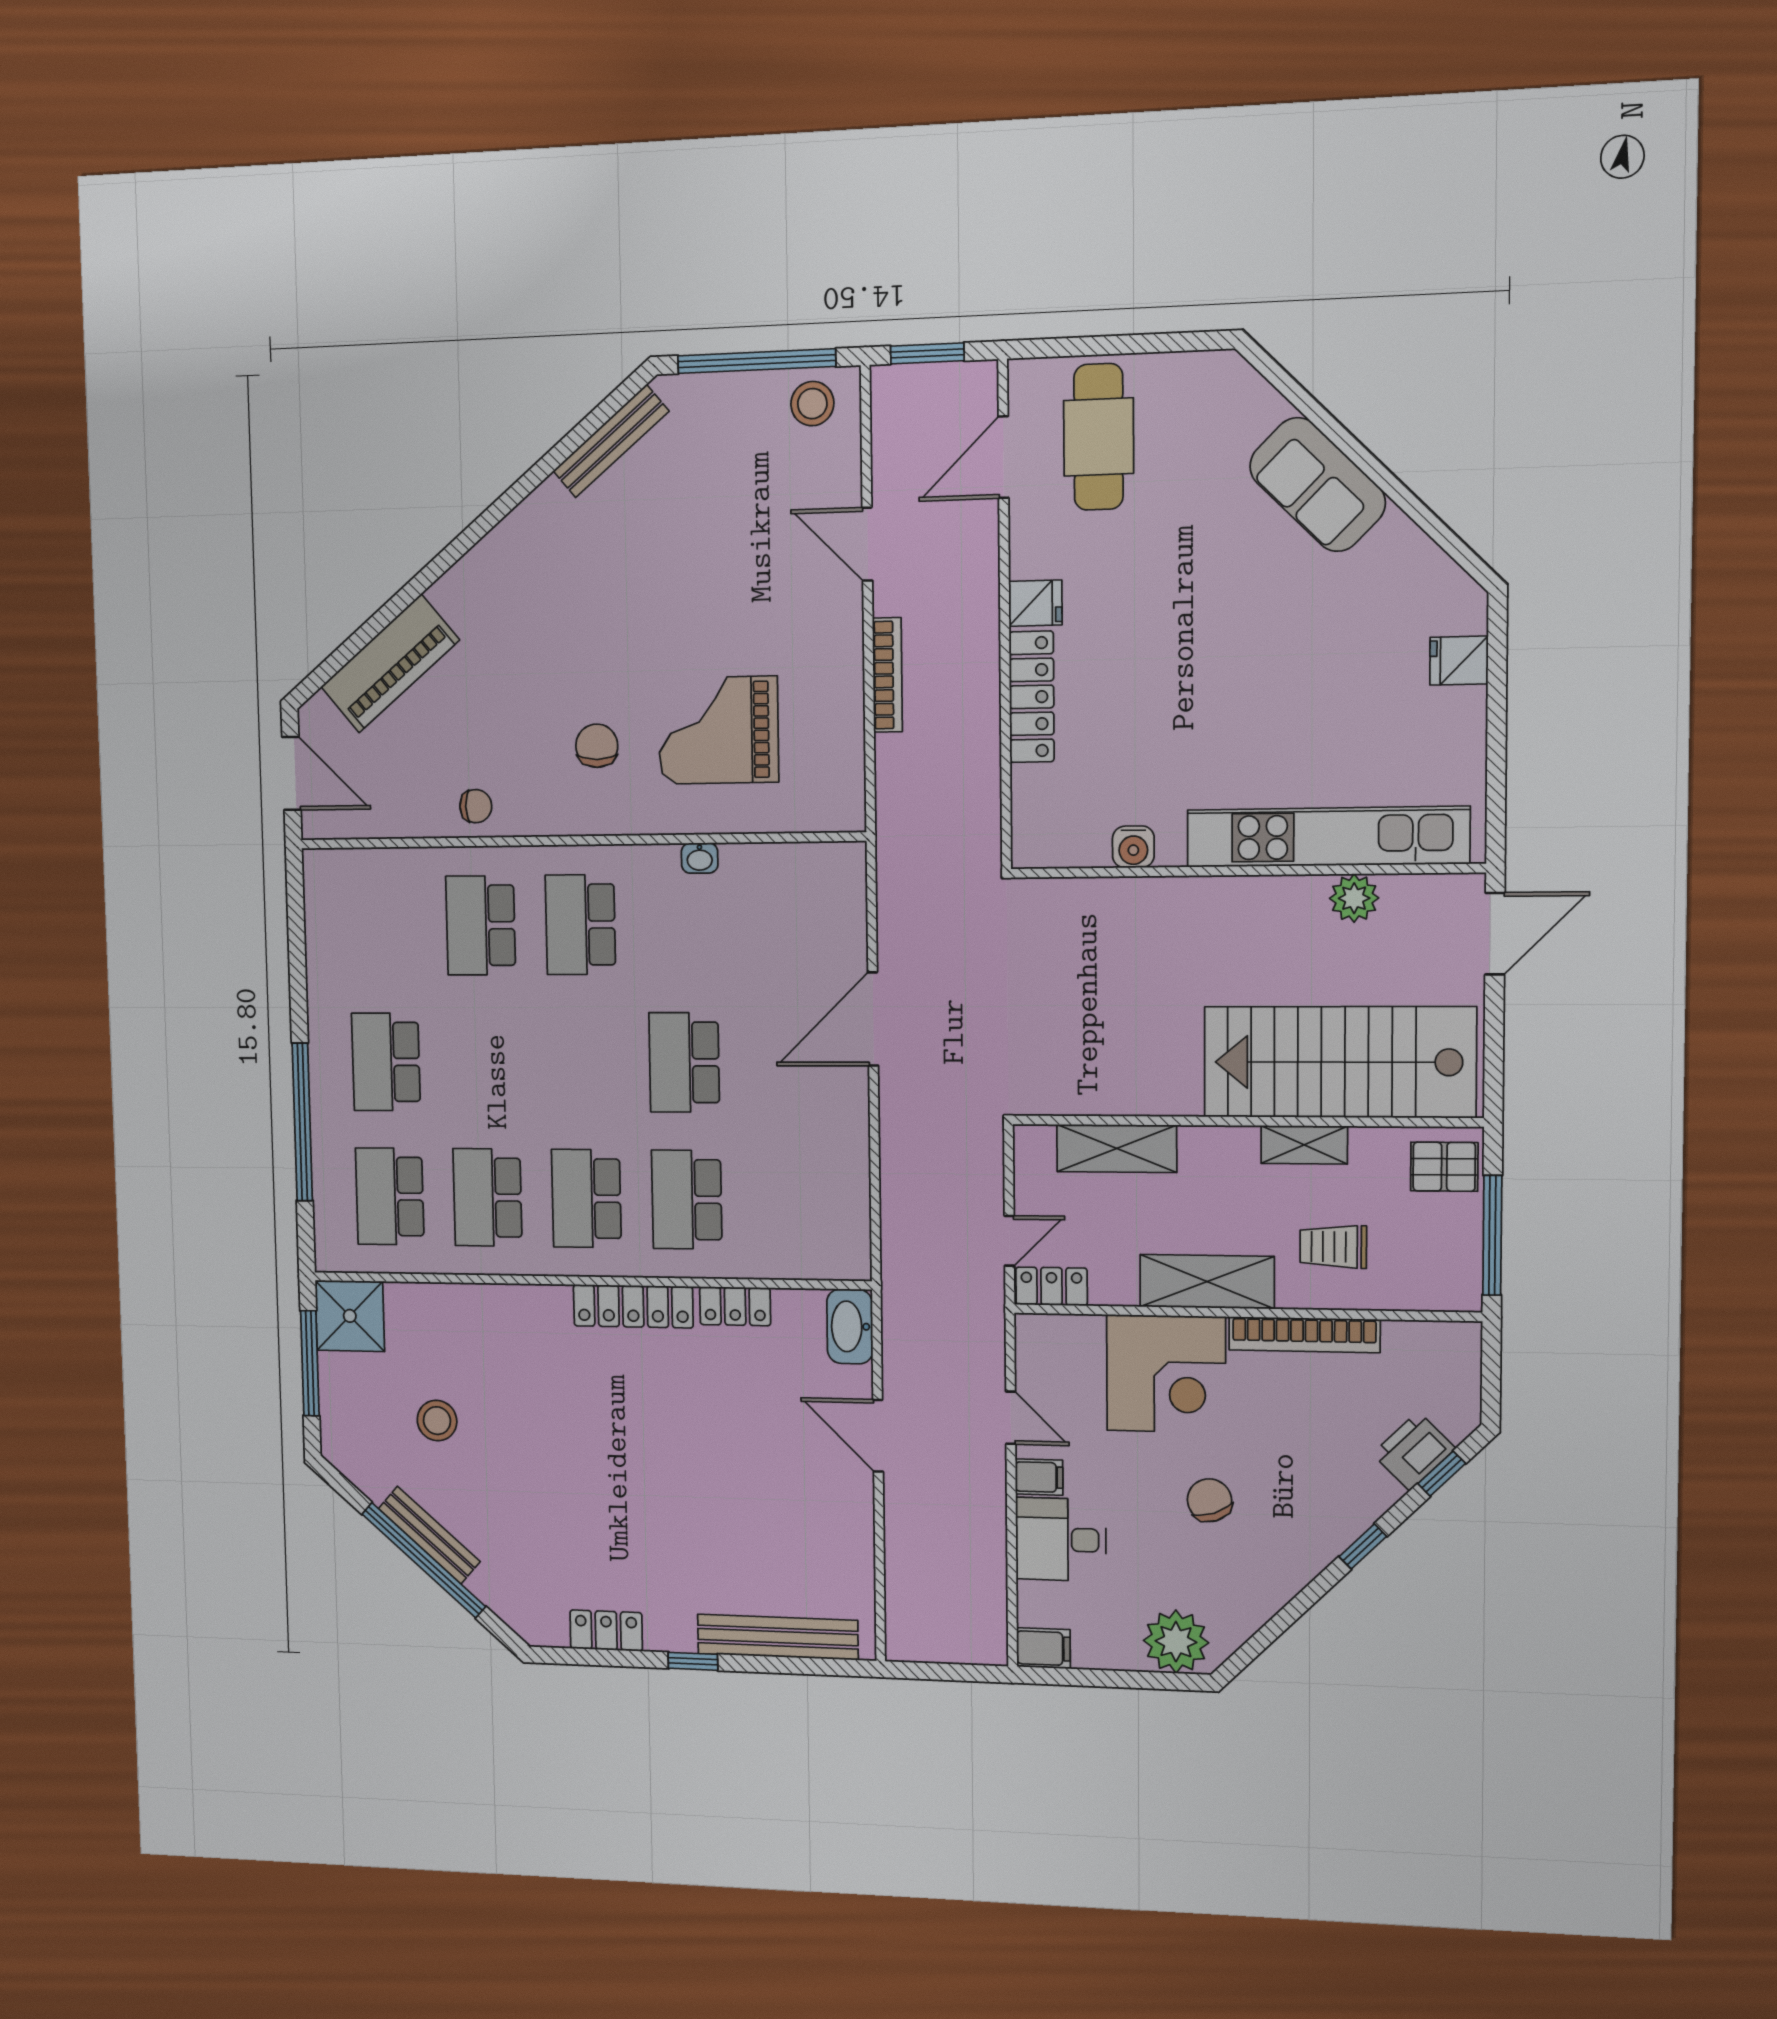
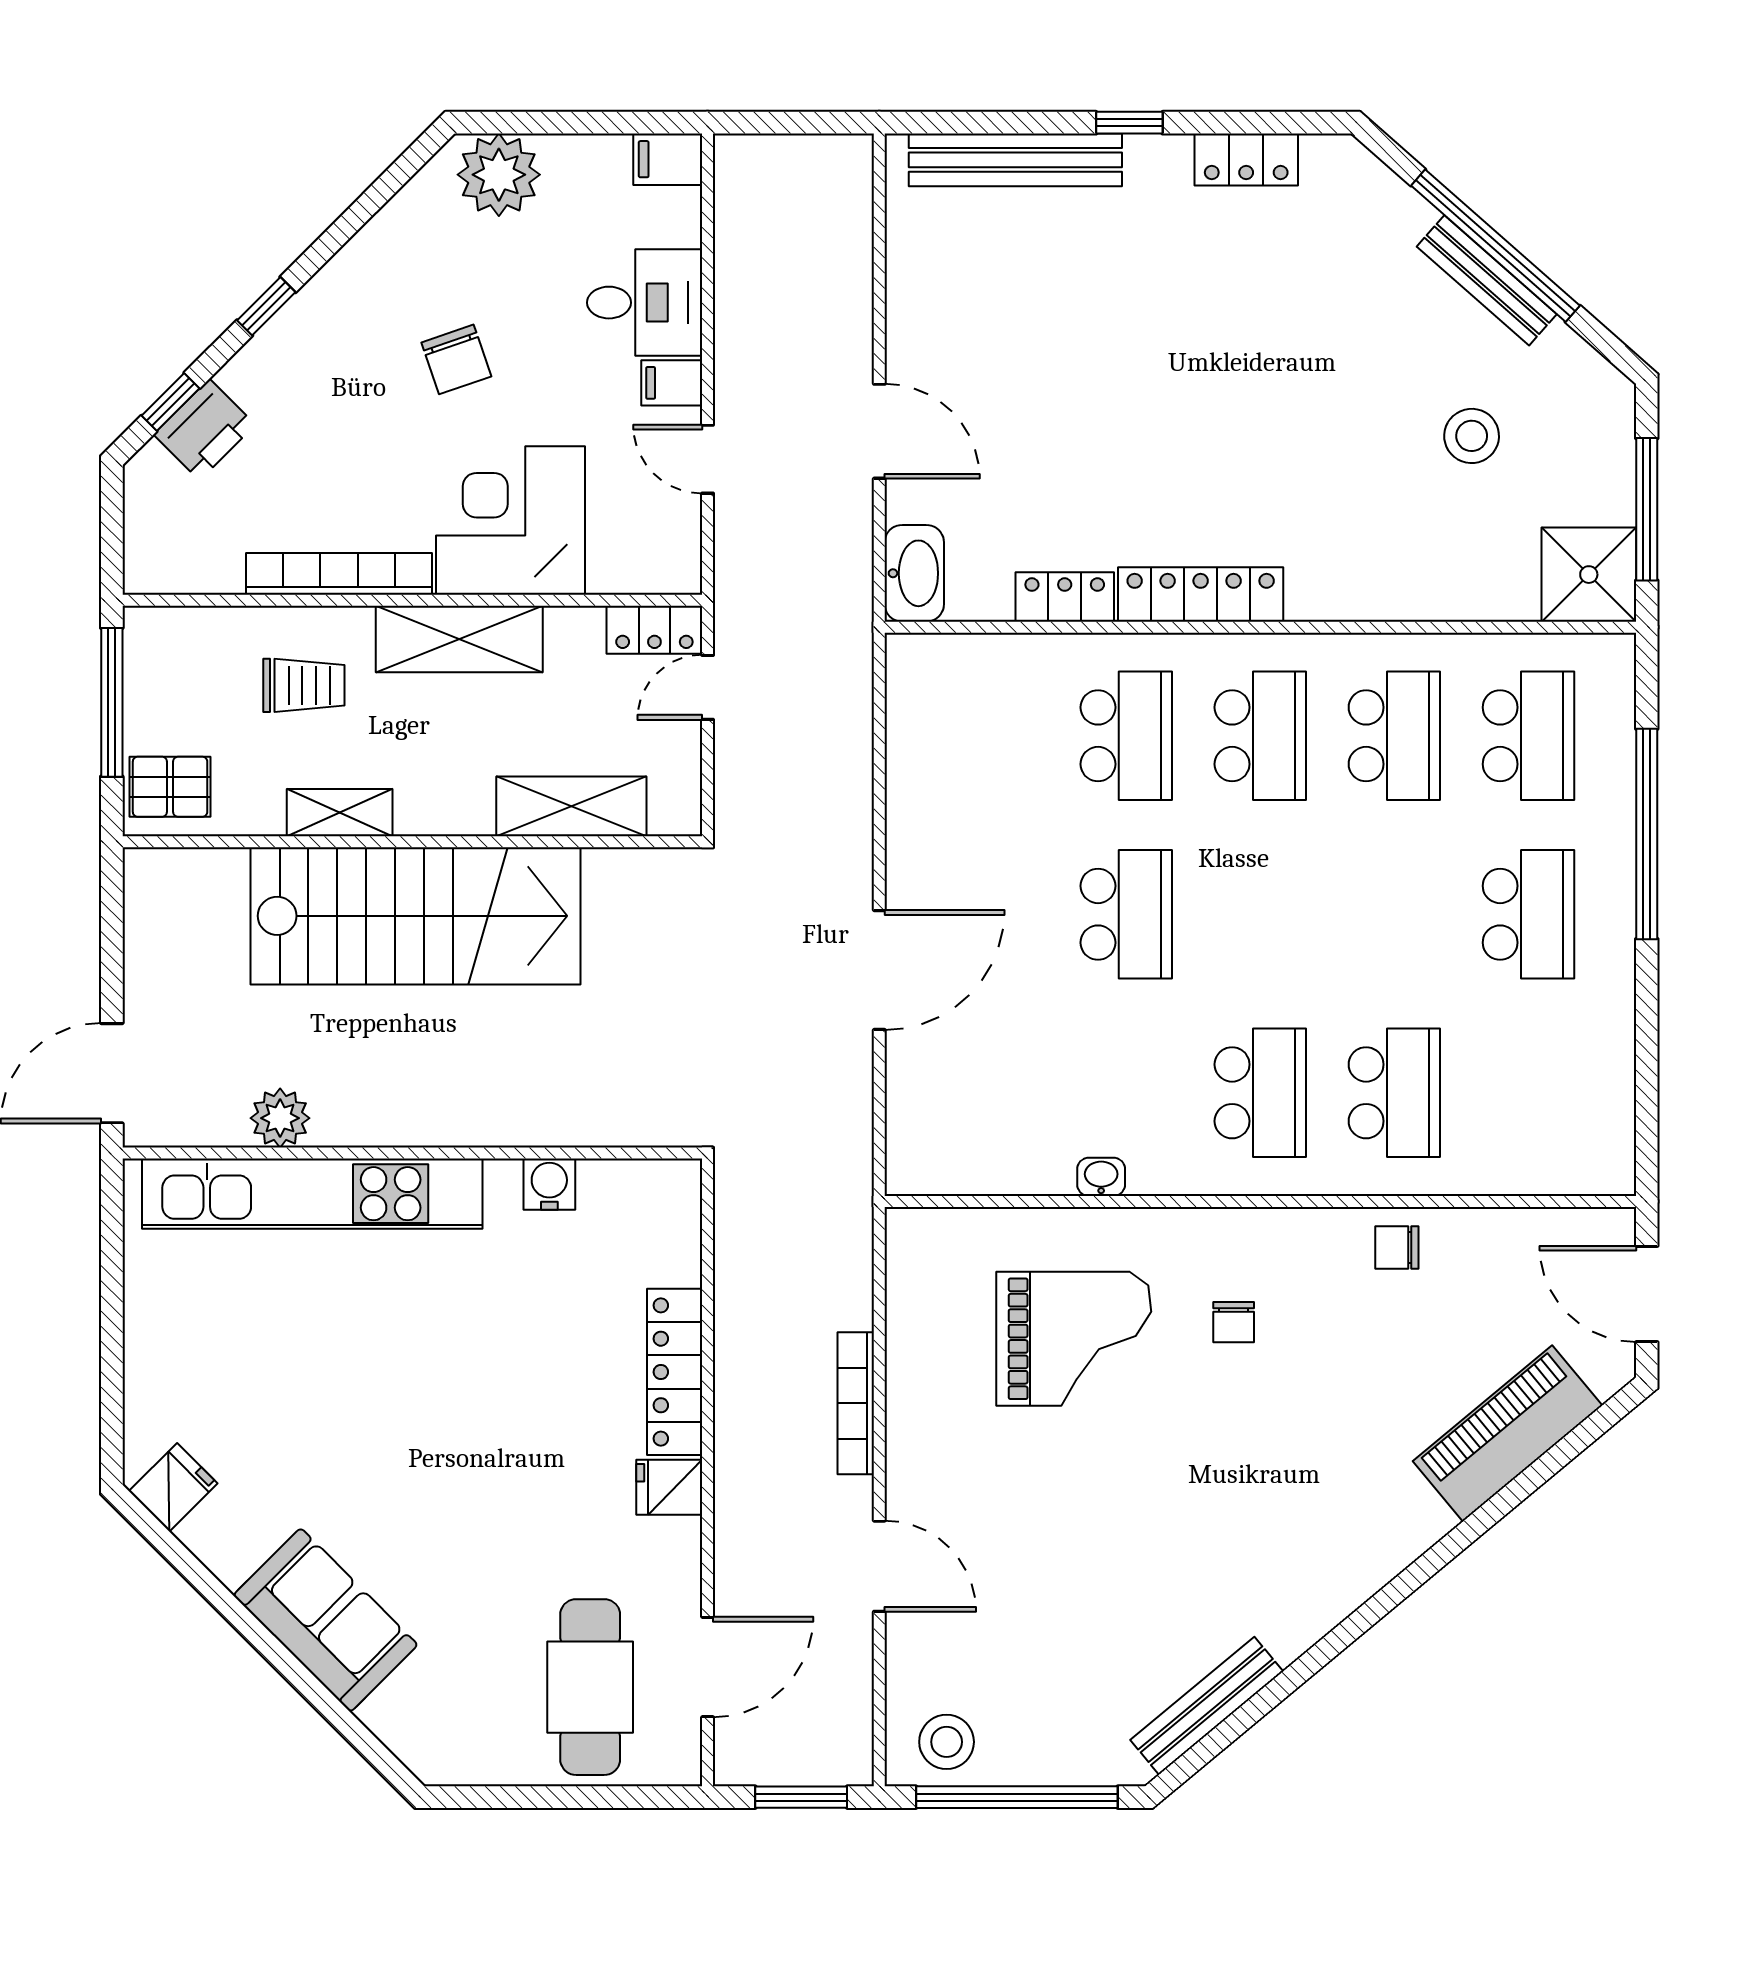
fridge: (1459, 661) -> (173, 1487), moved, turned -45
chair: (597, 746) -> (1234, 1322), width x0.73, depth x0.73
stairs: (1339, 1062) -> (416, 916), moved

